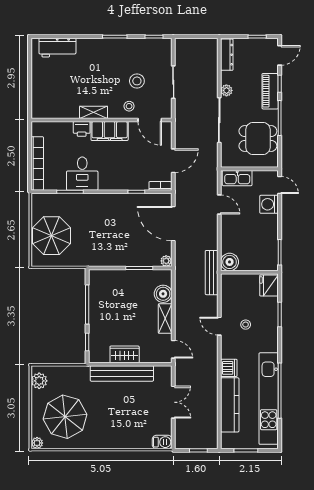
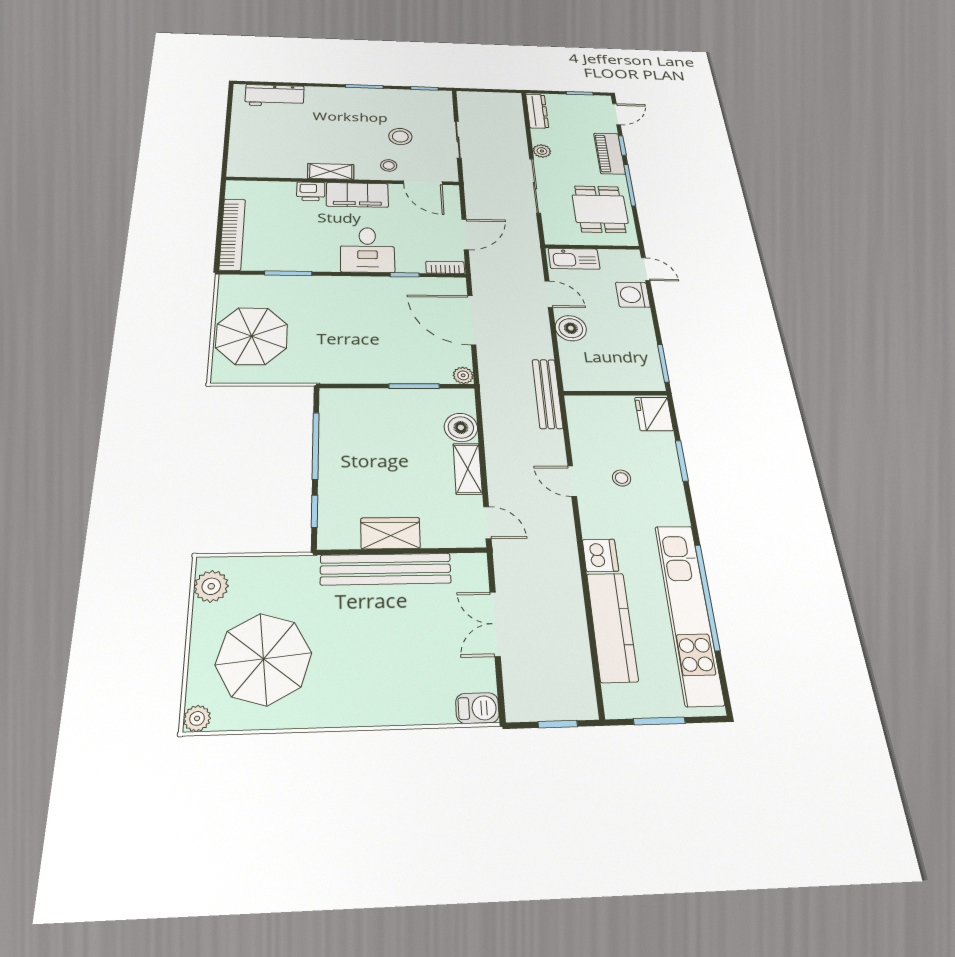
dining table: (258, 138) -> (600, 209), turned 90
desk: (82, 174) -> (367, 250), moved
boiler: (230, 262) -> (571, 328), moved
double door: (173, 402) -> (495, 624), swing flipped

